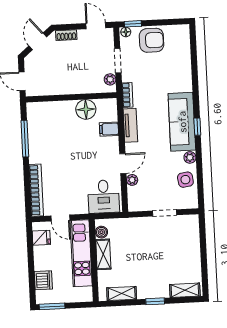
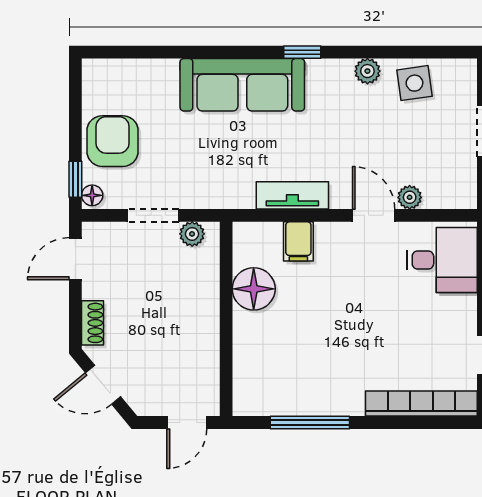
bookcase: (127, 95) -> (227, 198), removed
sofa: (182, 122) -> (242, 85), moved

